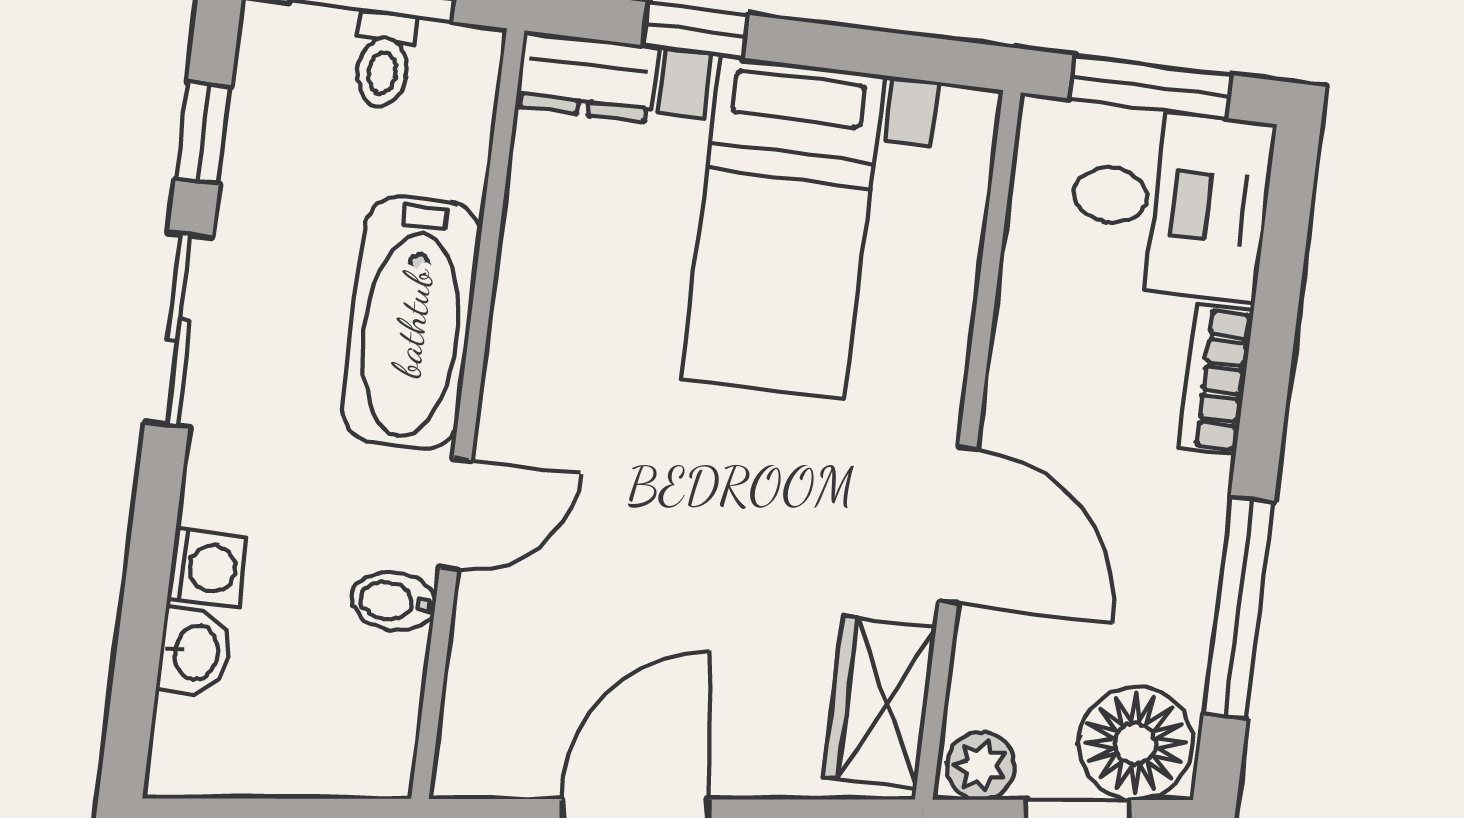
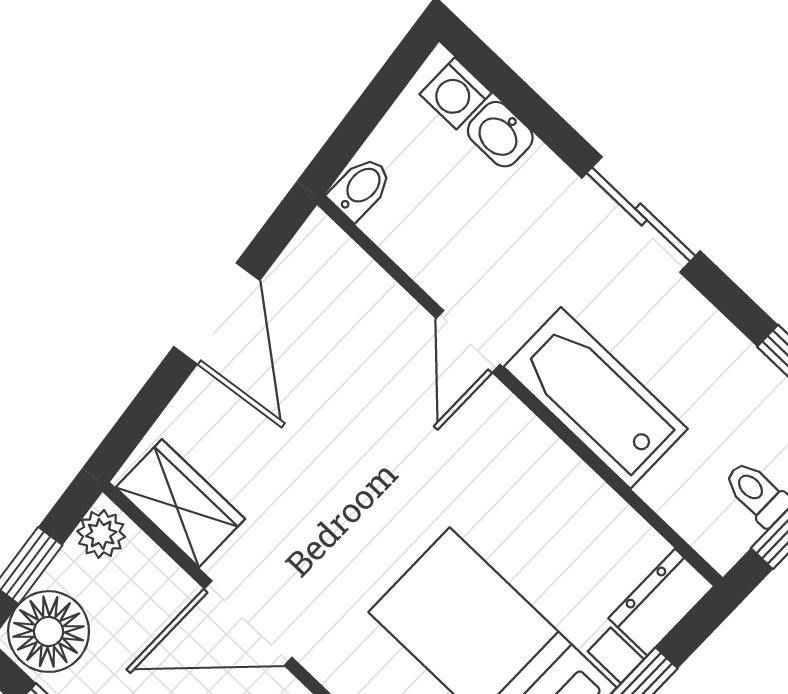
sliding door: (179, 330) -> (641, 214), moved
washing machine: (207, 568) -> (456, 93), moved
bidet: (393, 601) -> (361, 188), moved

